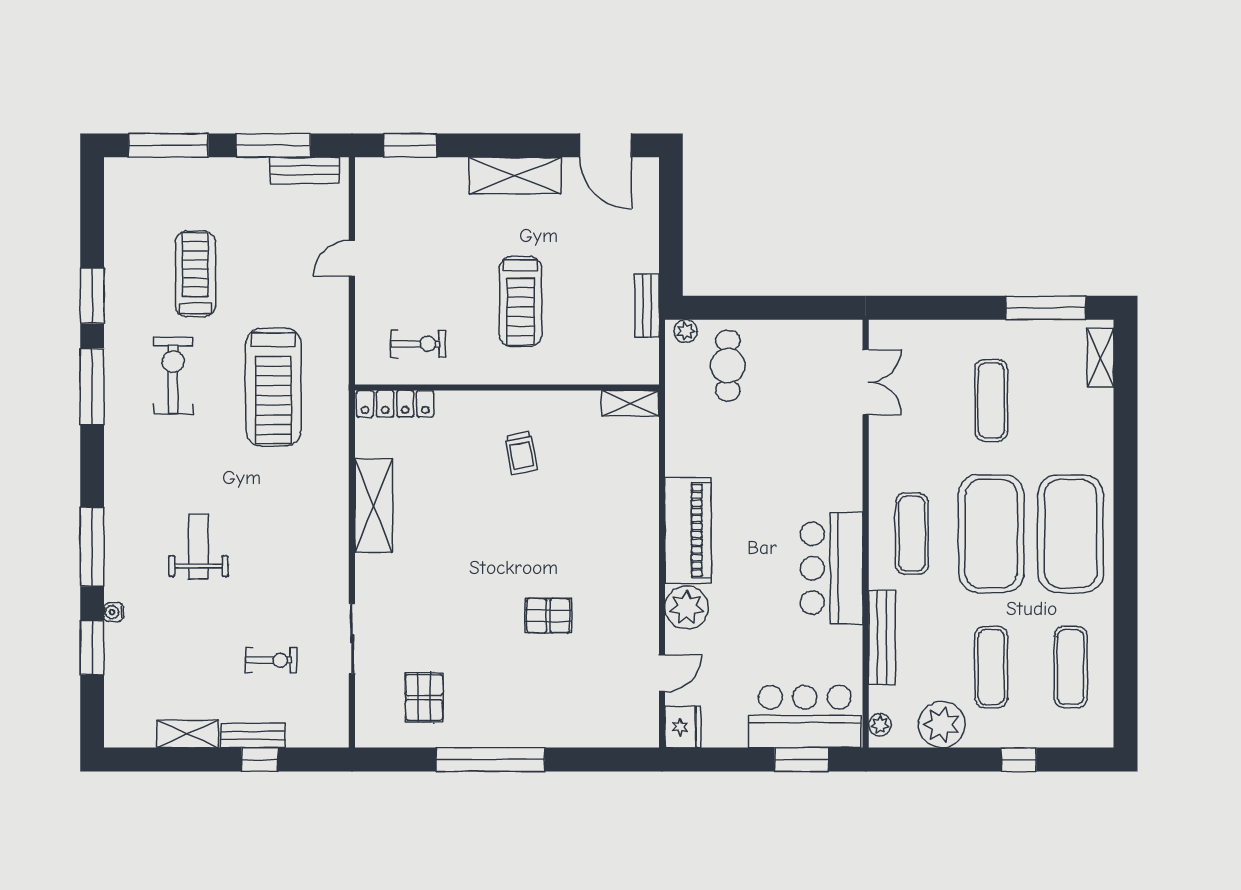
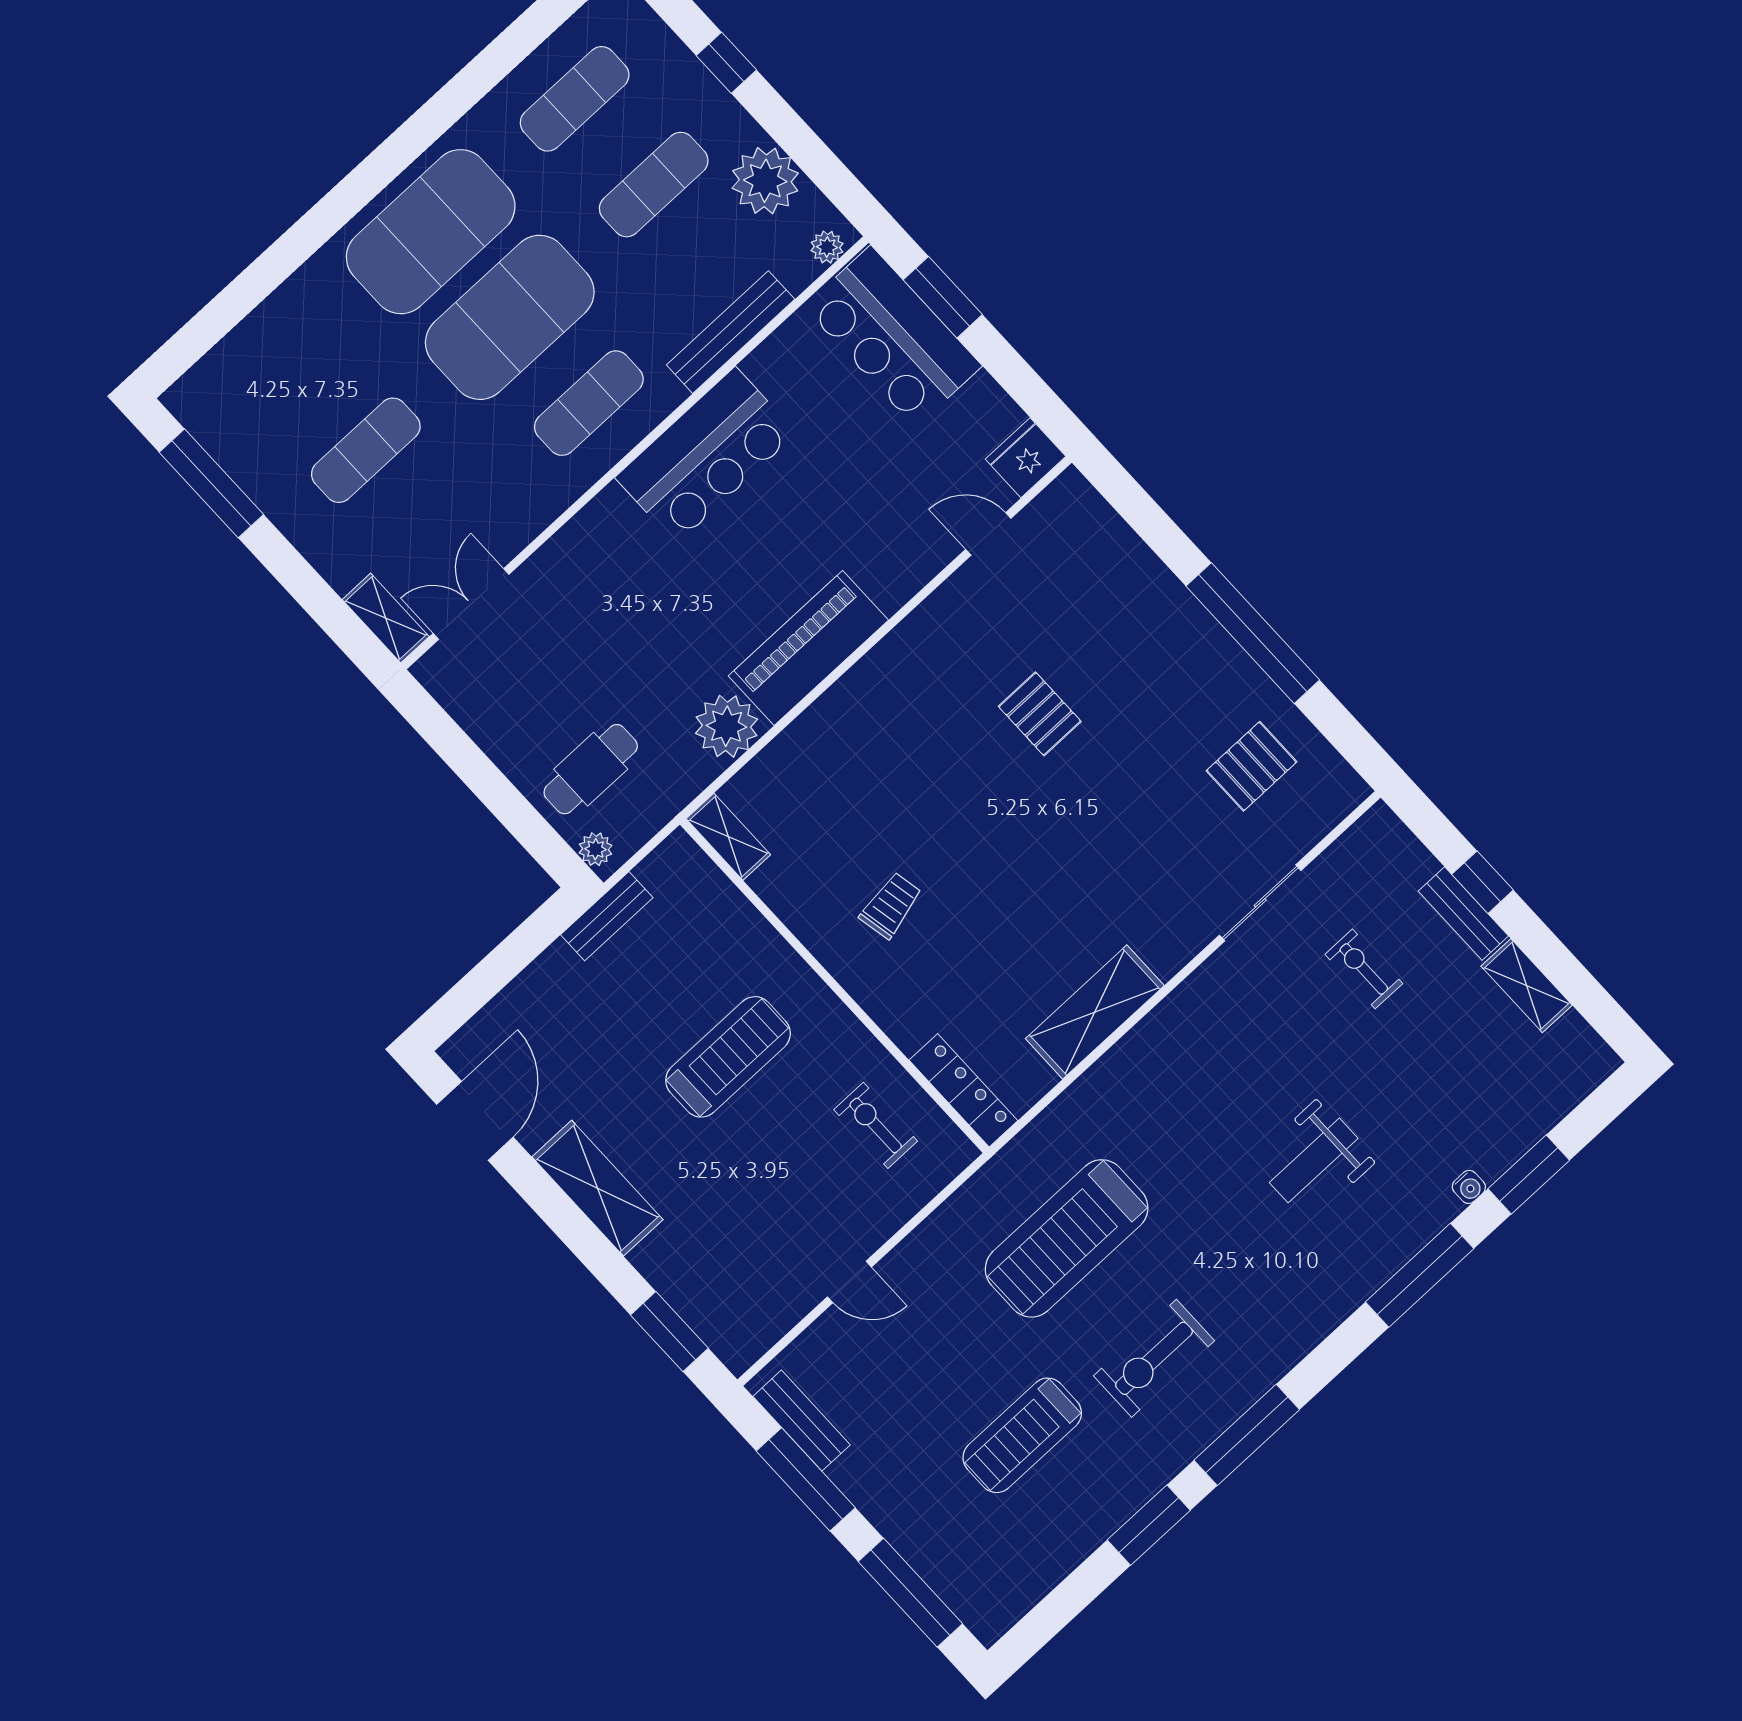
shelving: (1100, 358) -> (386, 618), moved, turned 90
treadmill: (273, 387) -> (1067, 1238), turned 180
plant: (687, 608) -> (727, 726), moved

